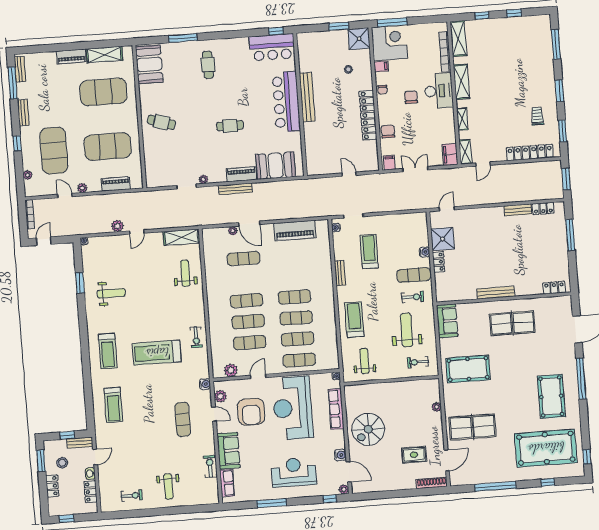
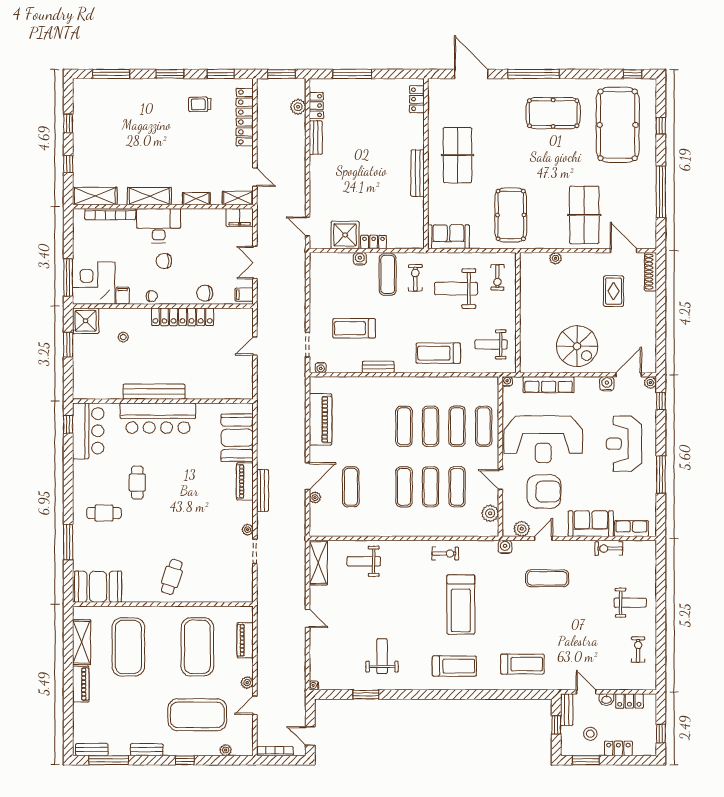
cafe table: (230, 126) -> (137, 483), moved
plant: (117, 226) -> (298, 107), moved

